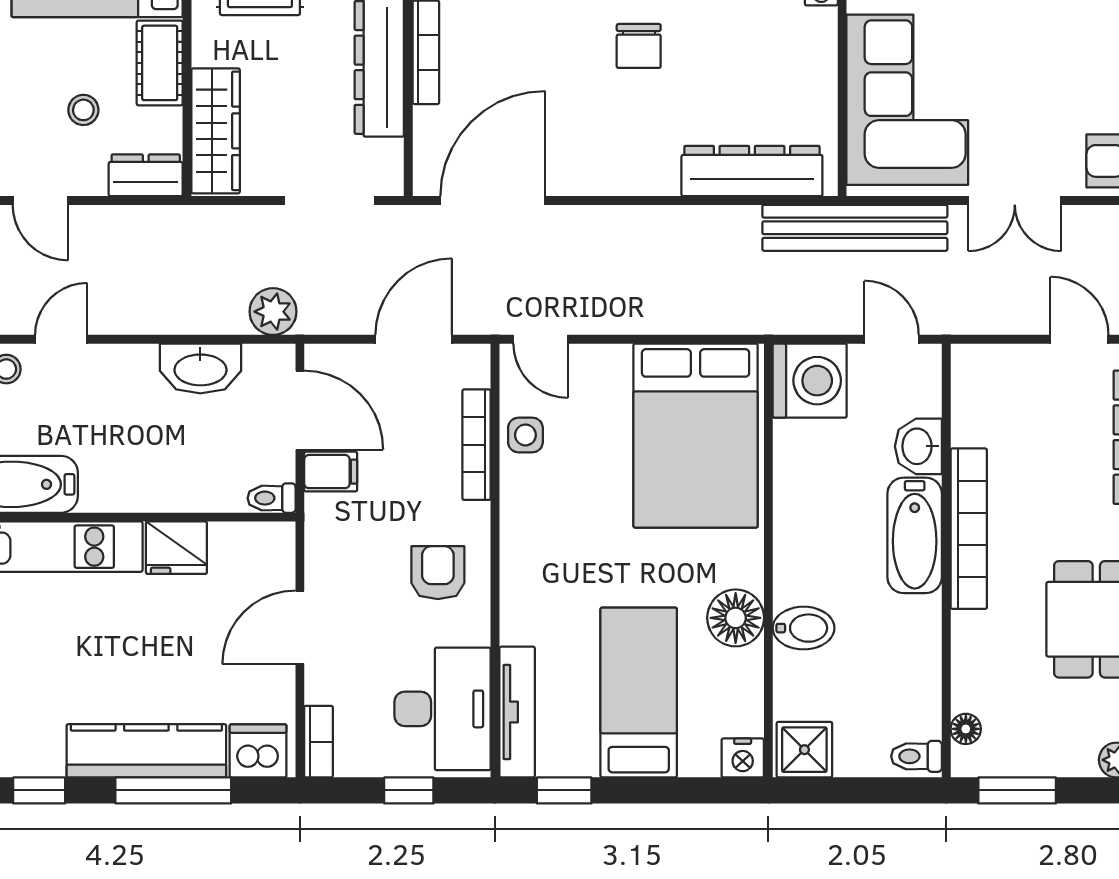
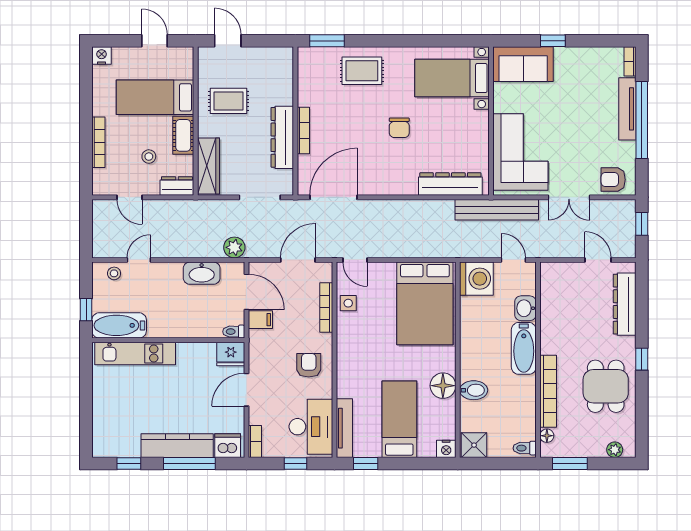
bookcase: (969, 529) -> (548, 391), moved
fridge: (176, 548) -> (231, 354), moved

